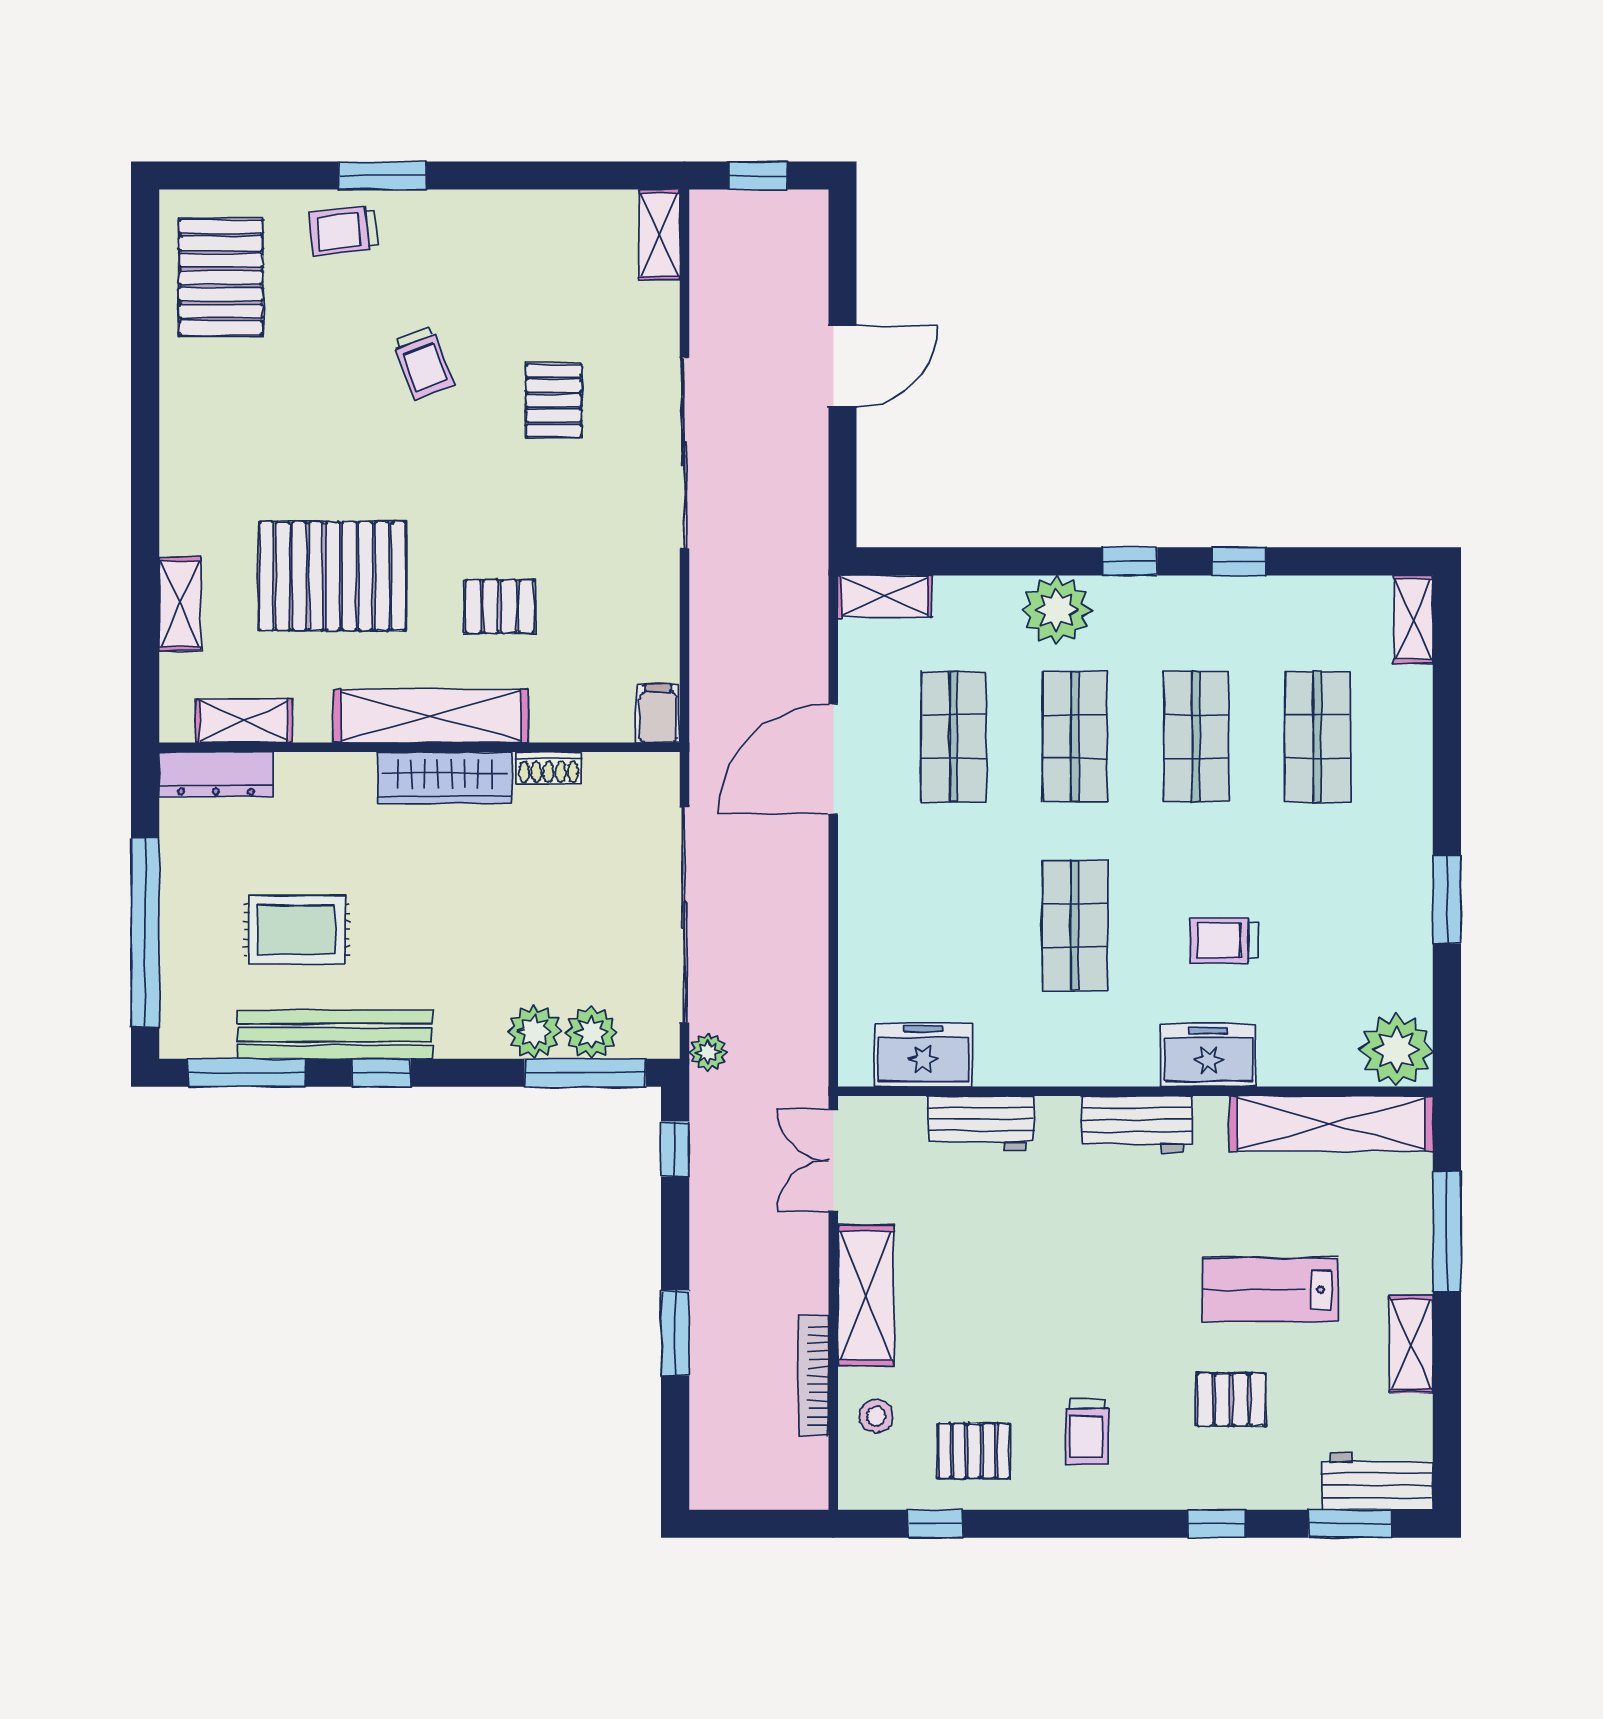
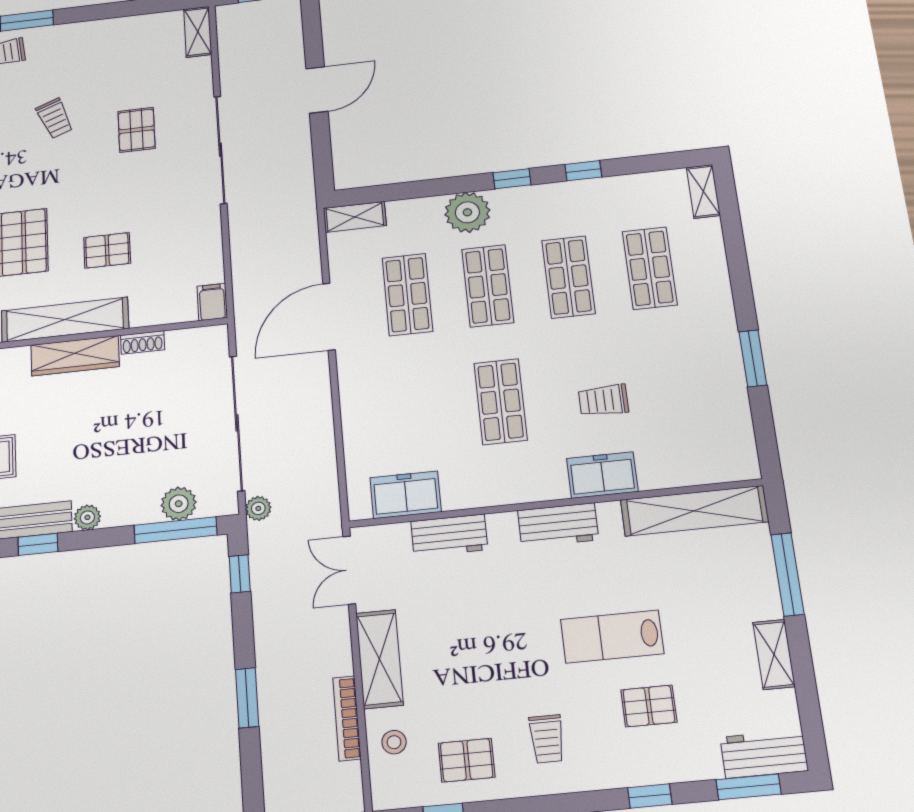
plant: (534, 1032) -> (87, 517), moved, width x0.73, depth x0.73
plant: (1396, 1050) -> (733, 458), removed
lab bench: (1270, 1290) -> (612, 636), moved

